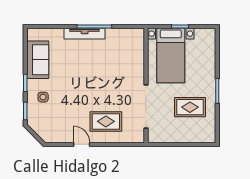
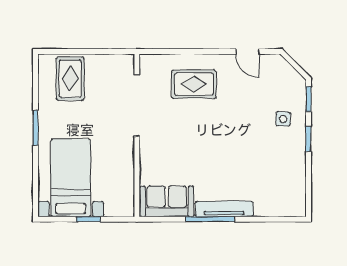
bed with nightstands: (171, 56) -> (71, 178), moved
sofa: (38, 60) -> (167, 201), moved, turned 90
rug: (190, 107) -> (70, 79), moved, turned 90
door: (82, 144) -> (247, 52), moved

